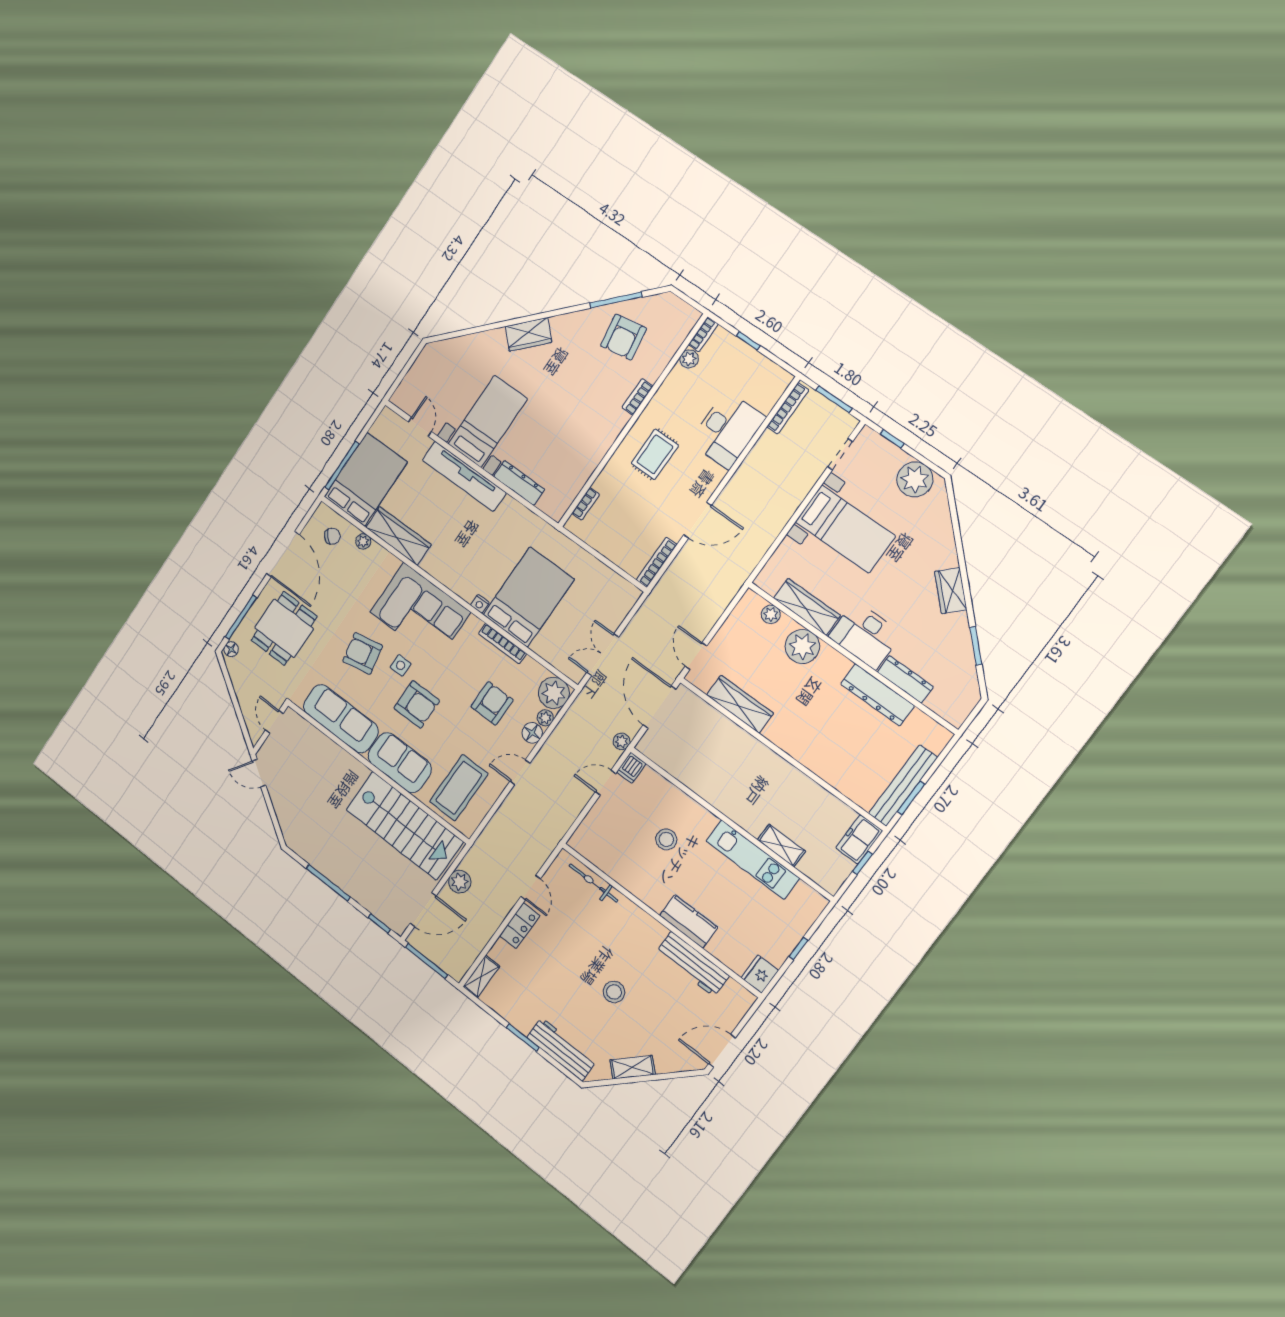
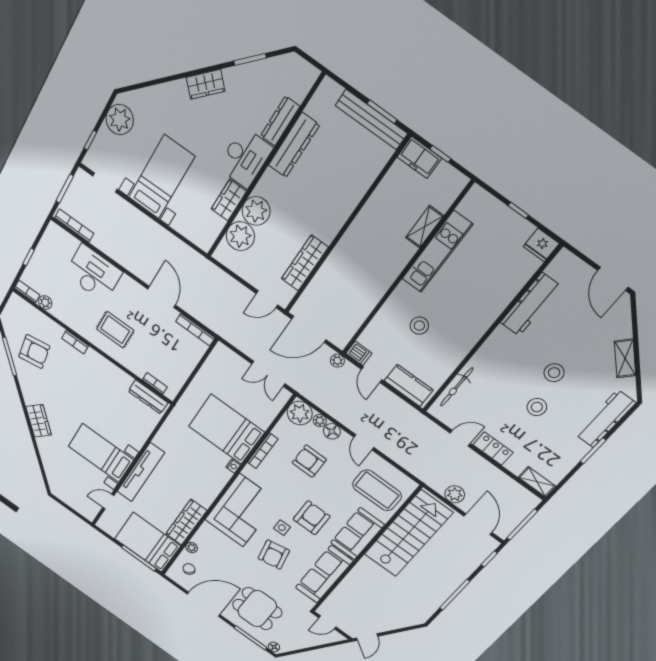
dresser: (519, 483) -> (148, 397), moved, turned -90
wardrobe: (807, 607) -> (229, 200), width x0.67
plant: (771, 614) -> (240, 236), width x1.87, depth x1.87
kitchen counter: (689, 921) -> (409, 385), moved, turned 90
stool: (573, 974) -> (537, 407), added

